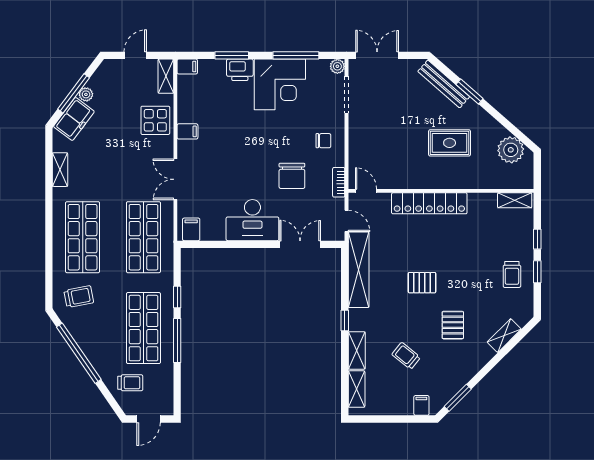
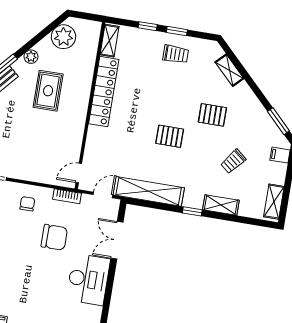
plant: (483, 118) -> (31, 57), added
locker: (429, 203) -> (104, 92), moved
pallet: (422, 283) -> (170, 136), turned 90
shelving: (357, 389) -> (274, 202), moved, turned 90

